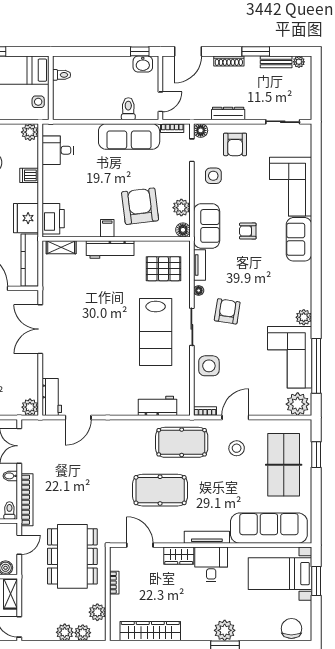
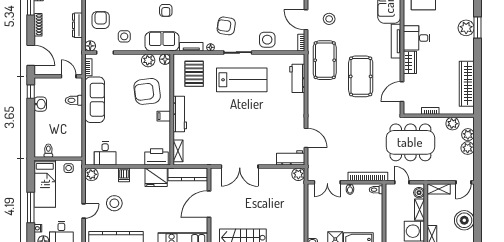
washbasin: (143, 64) -> (40, 104), moved
armchair: (235, 144) -> (101, 20), turned -90

